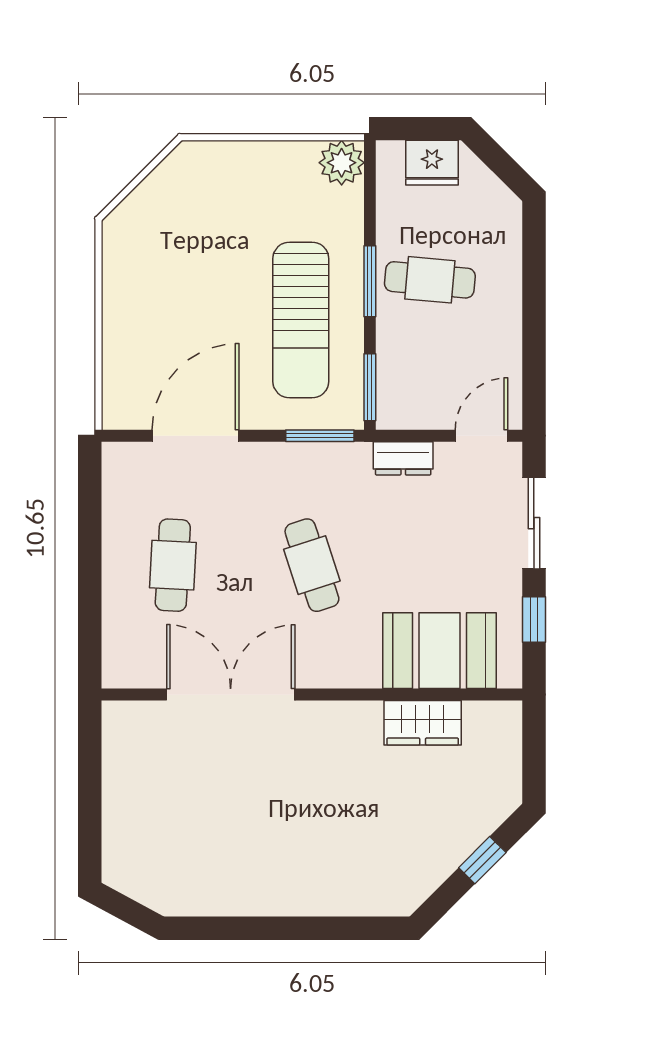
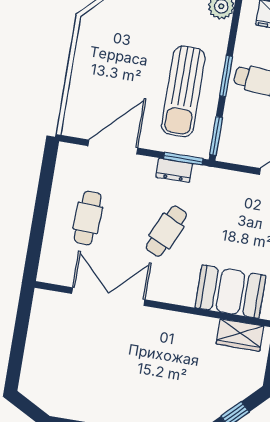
dresser: (403, 458) -> (174, 170), moved
cafe table: (312, 565) -> (166, 231), turned 42
wardrobe: (423, 723) -> (240, 335), moved

